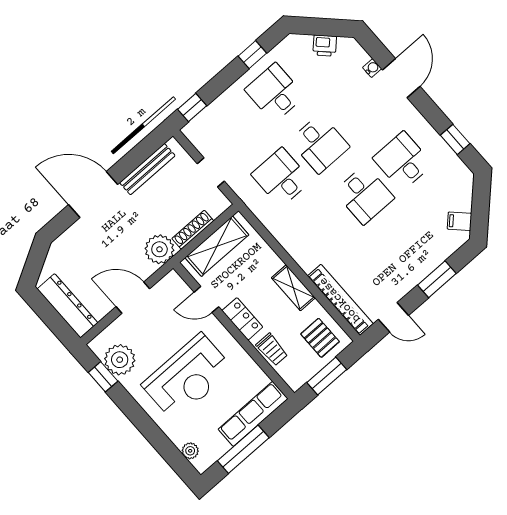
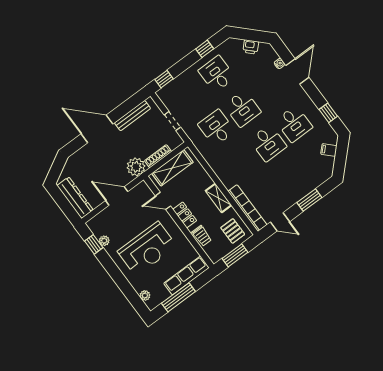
desk: (403, 161) -> (294, 124), turned 180
filing cabinet: (459, 221) -> (329, 150), moved
plant: (120, 360) -> (104, 241), width x0.53, depth x0.53

